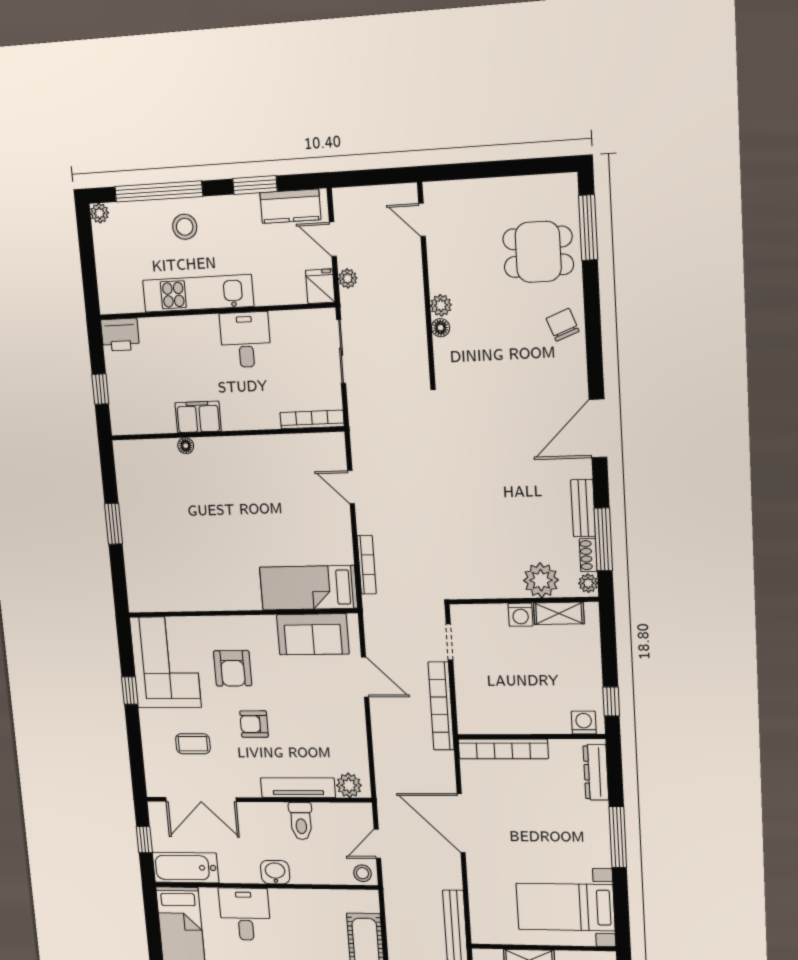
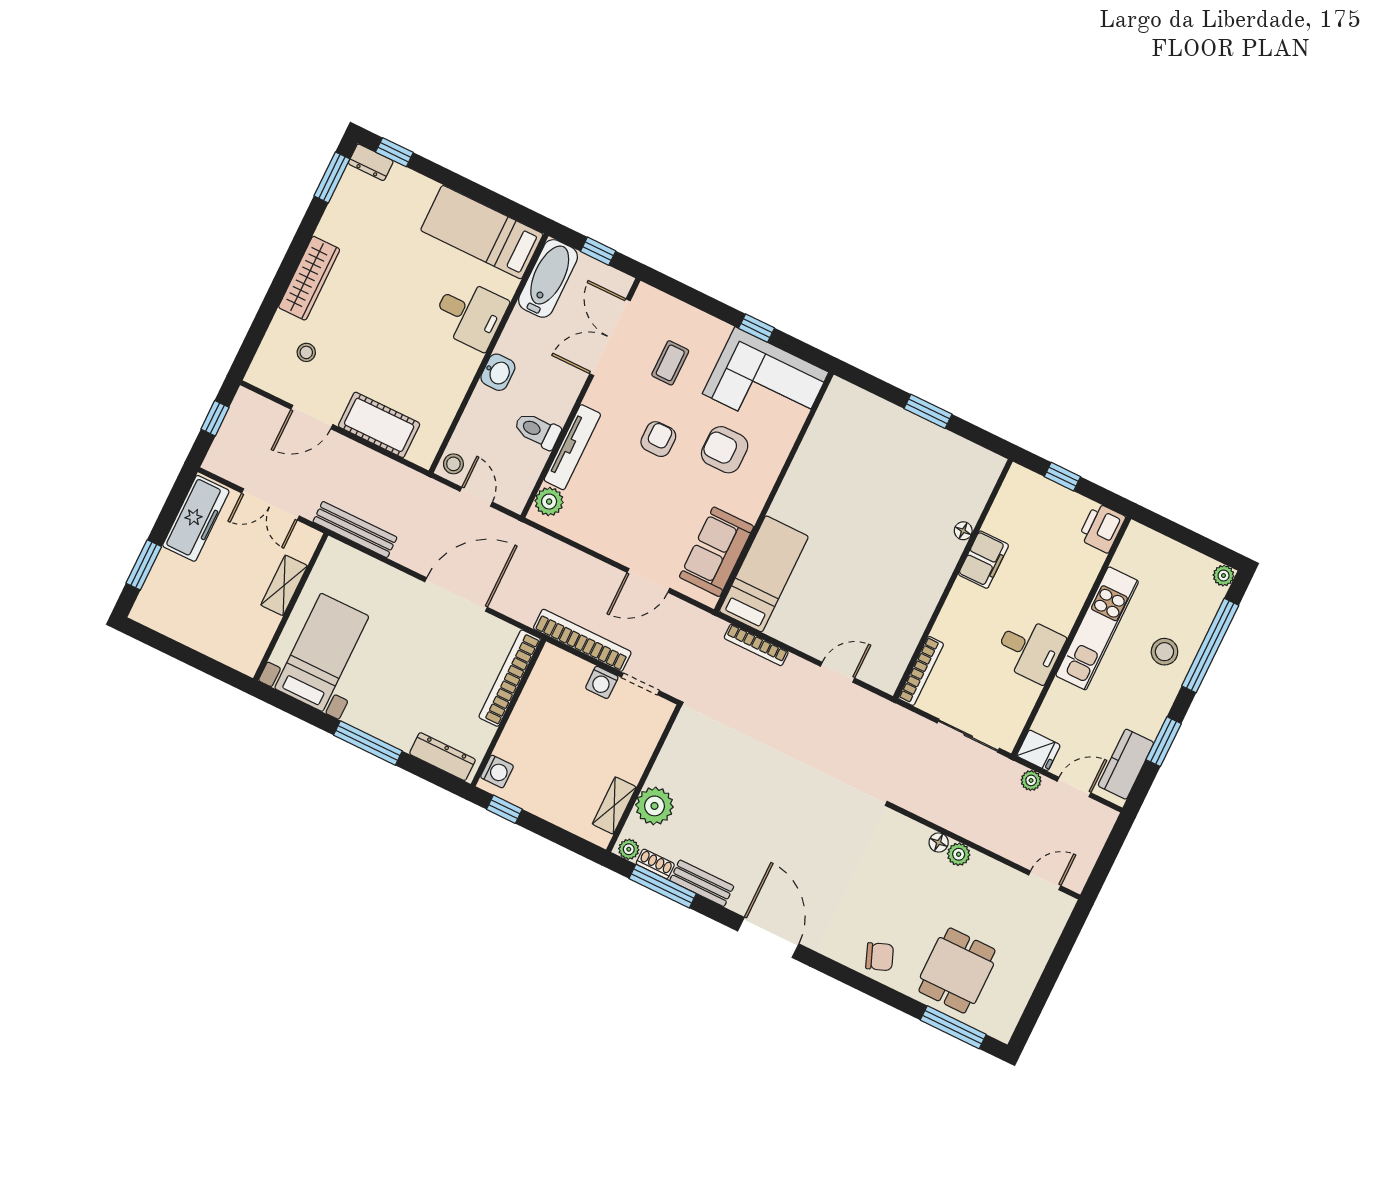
washing machine: (520, 615) -> (602, 682), moved, turned -90

